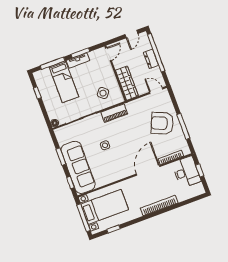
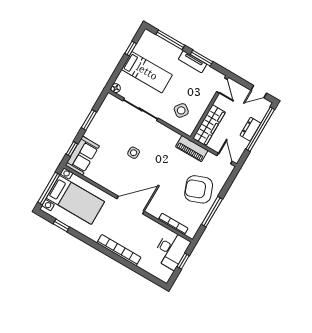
door: (108, 54) -> (222, 86), hinge flipped
bed: (64, 82) -> (147, 72), moved, turned -90
piano: (114, 113) -> (192, 149), moved
armchair: (162, 123) -> (199, 189), turned -44
sofa: (78, 167) -> (82, 156), width x0.54, depth x0.79
door: (148, 170) -> (131, 205), moved

